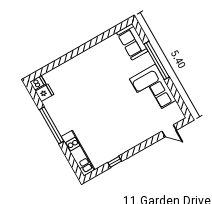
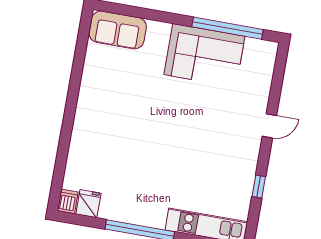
window: (157, 61) -> (227, 28), moved
door: (169, 131) -> (269, 126), moved

